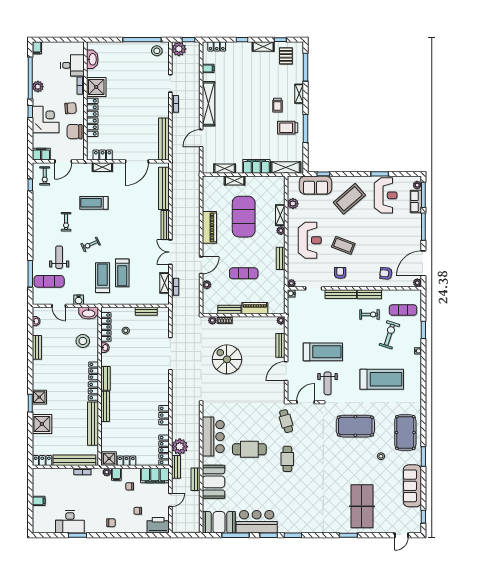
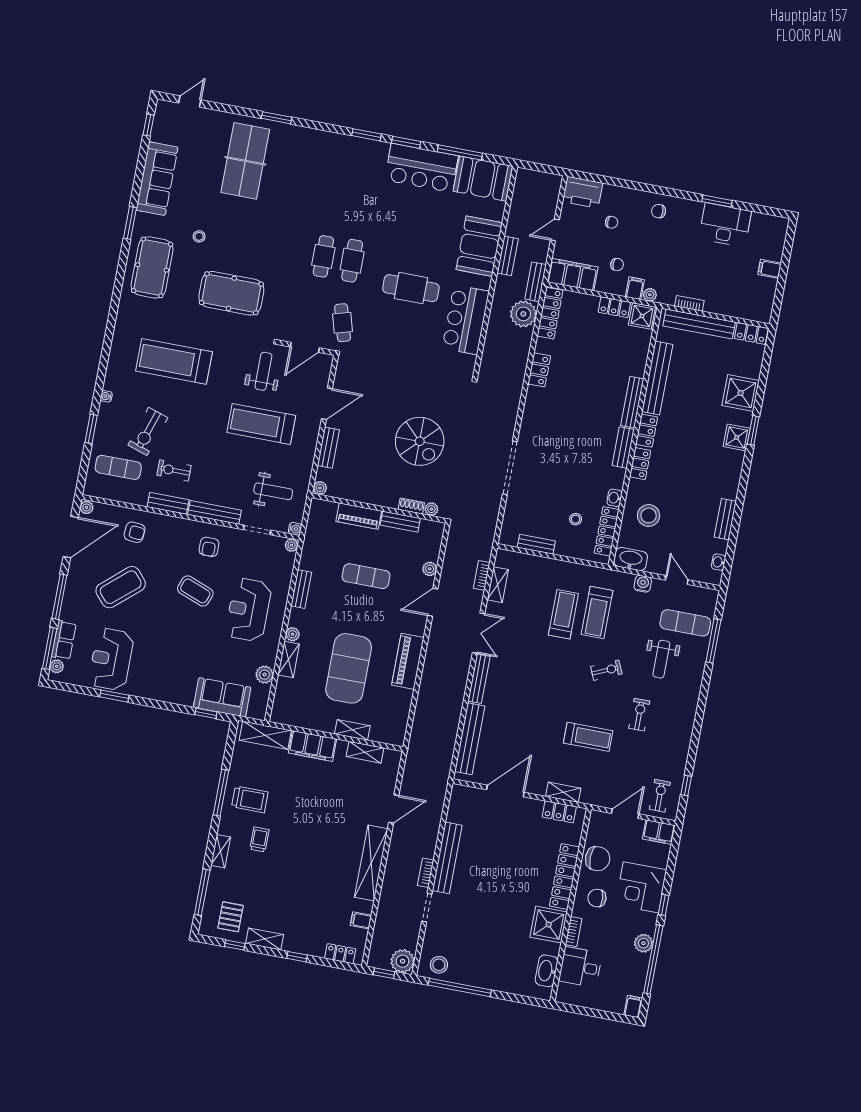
bench: (164, 139) -> (447, 858), moved
coffee table: (349, 199) -> (121, 587), moved
weight bench: (308, 313) -> (273, 491), added
cafe table: (305, 458) -> (323, 256), added

